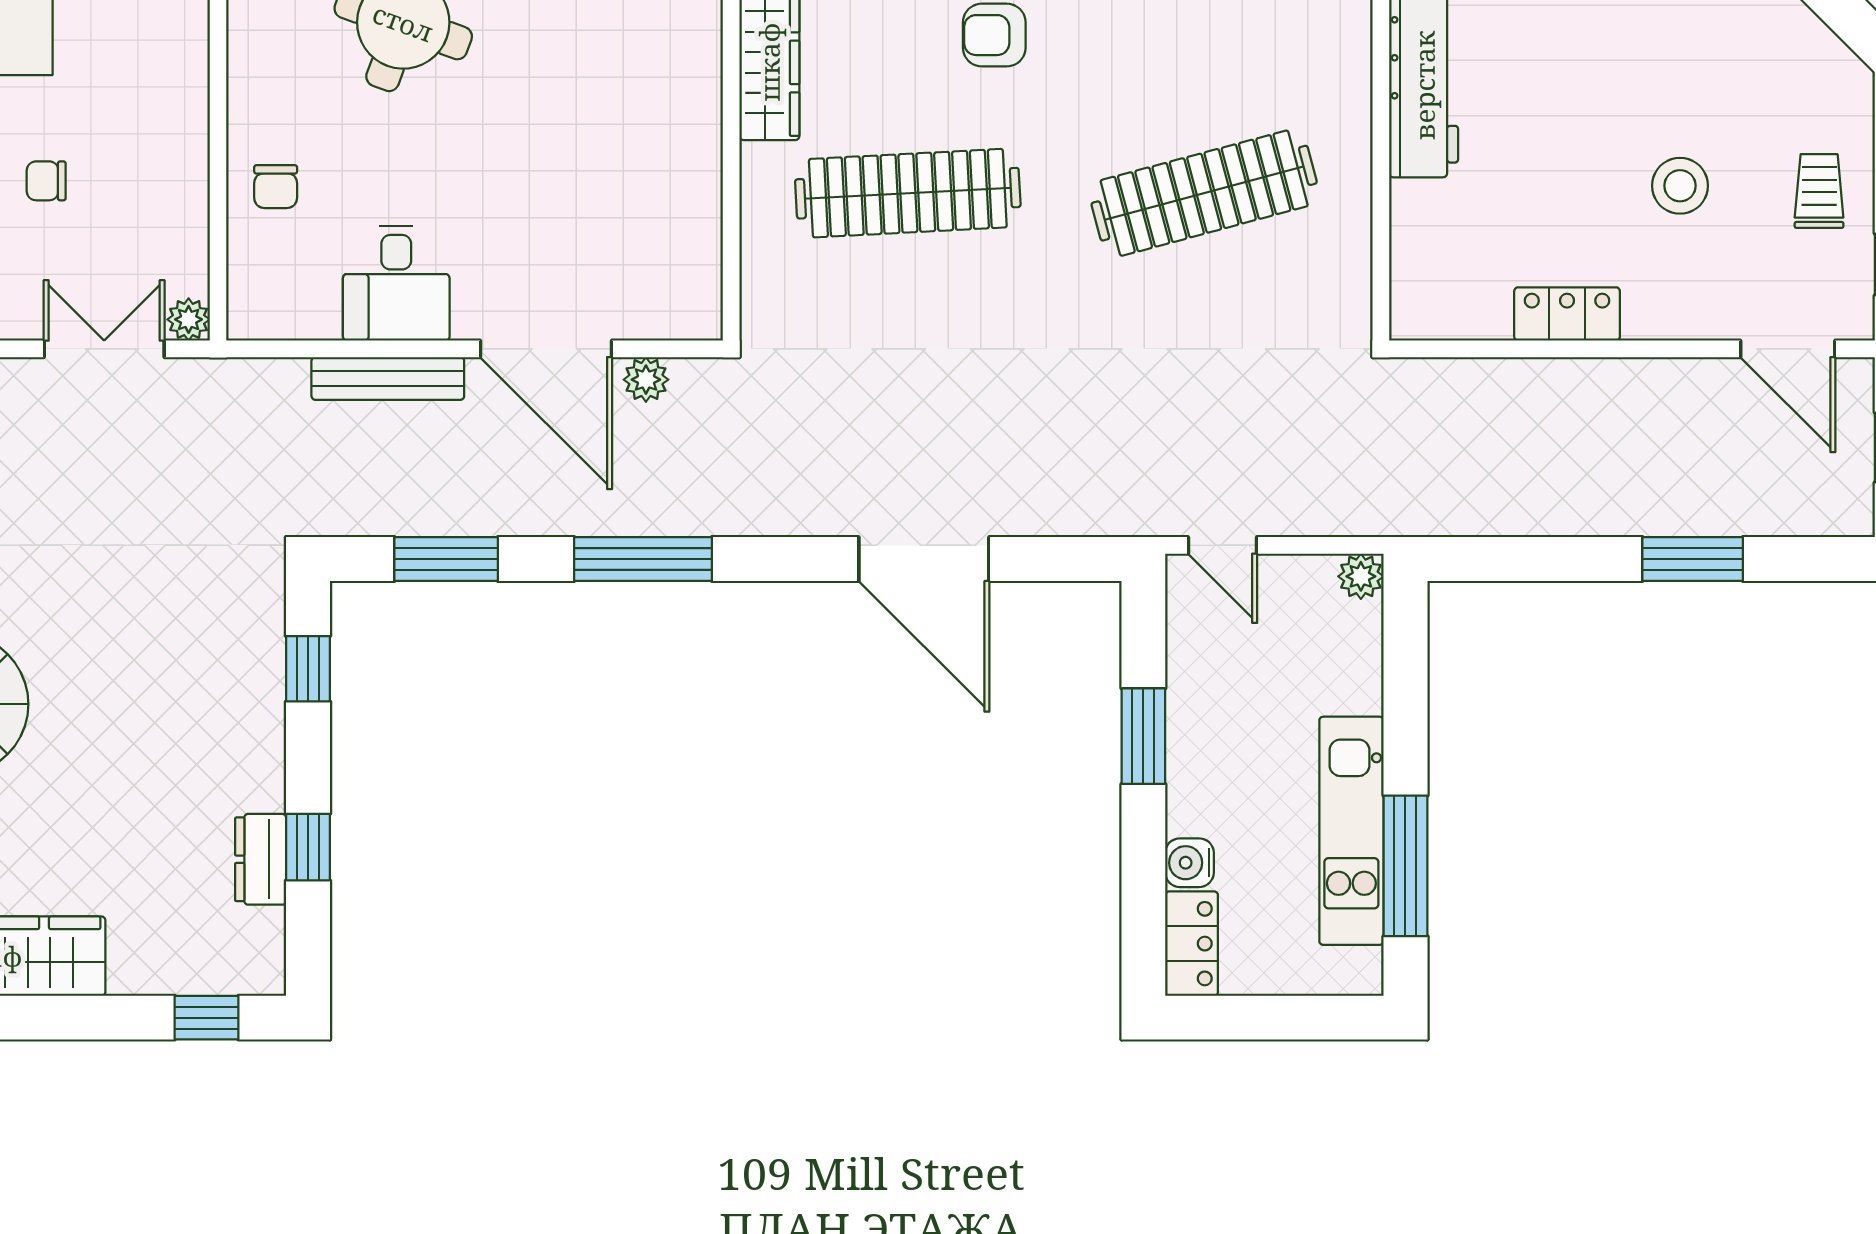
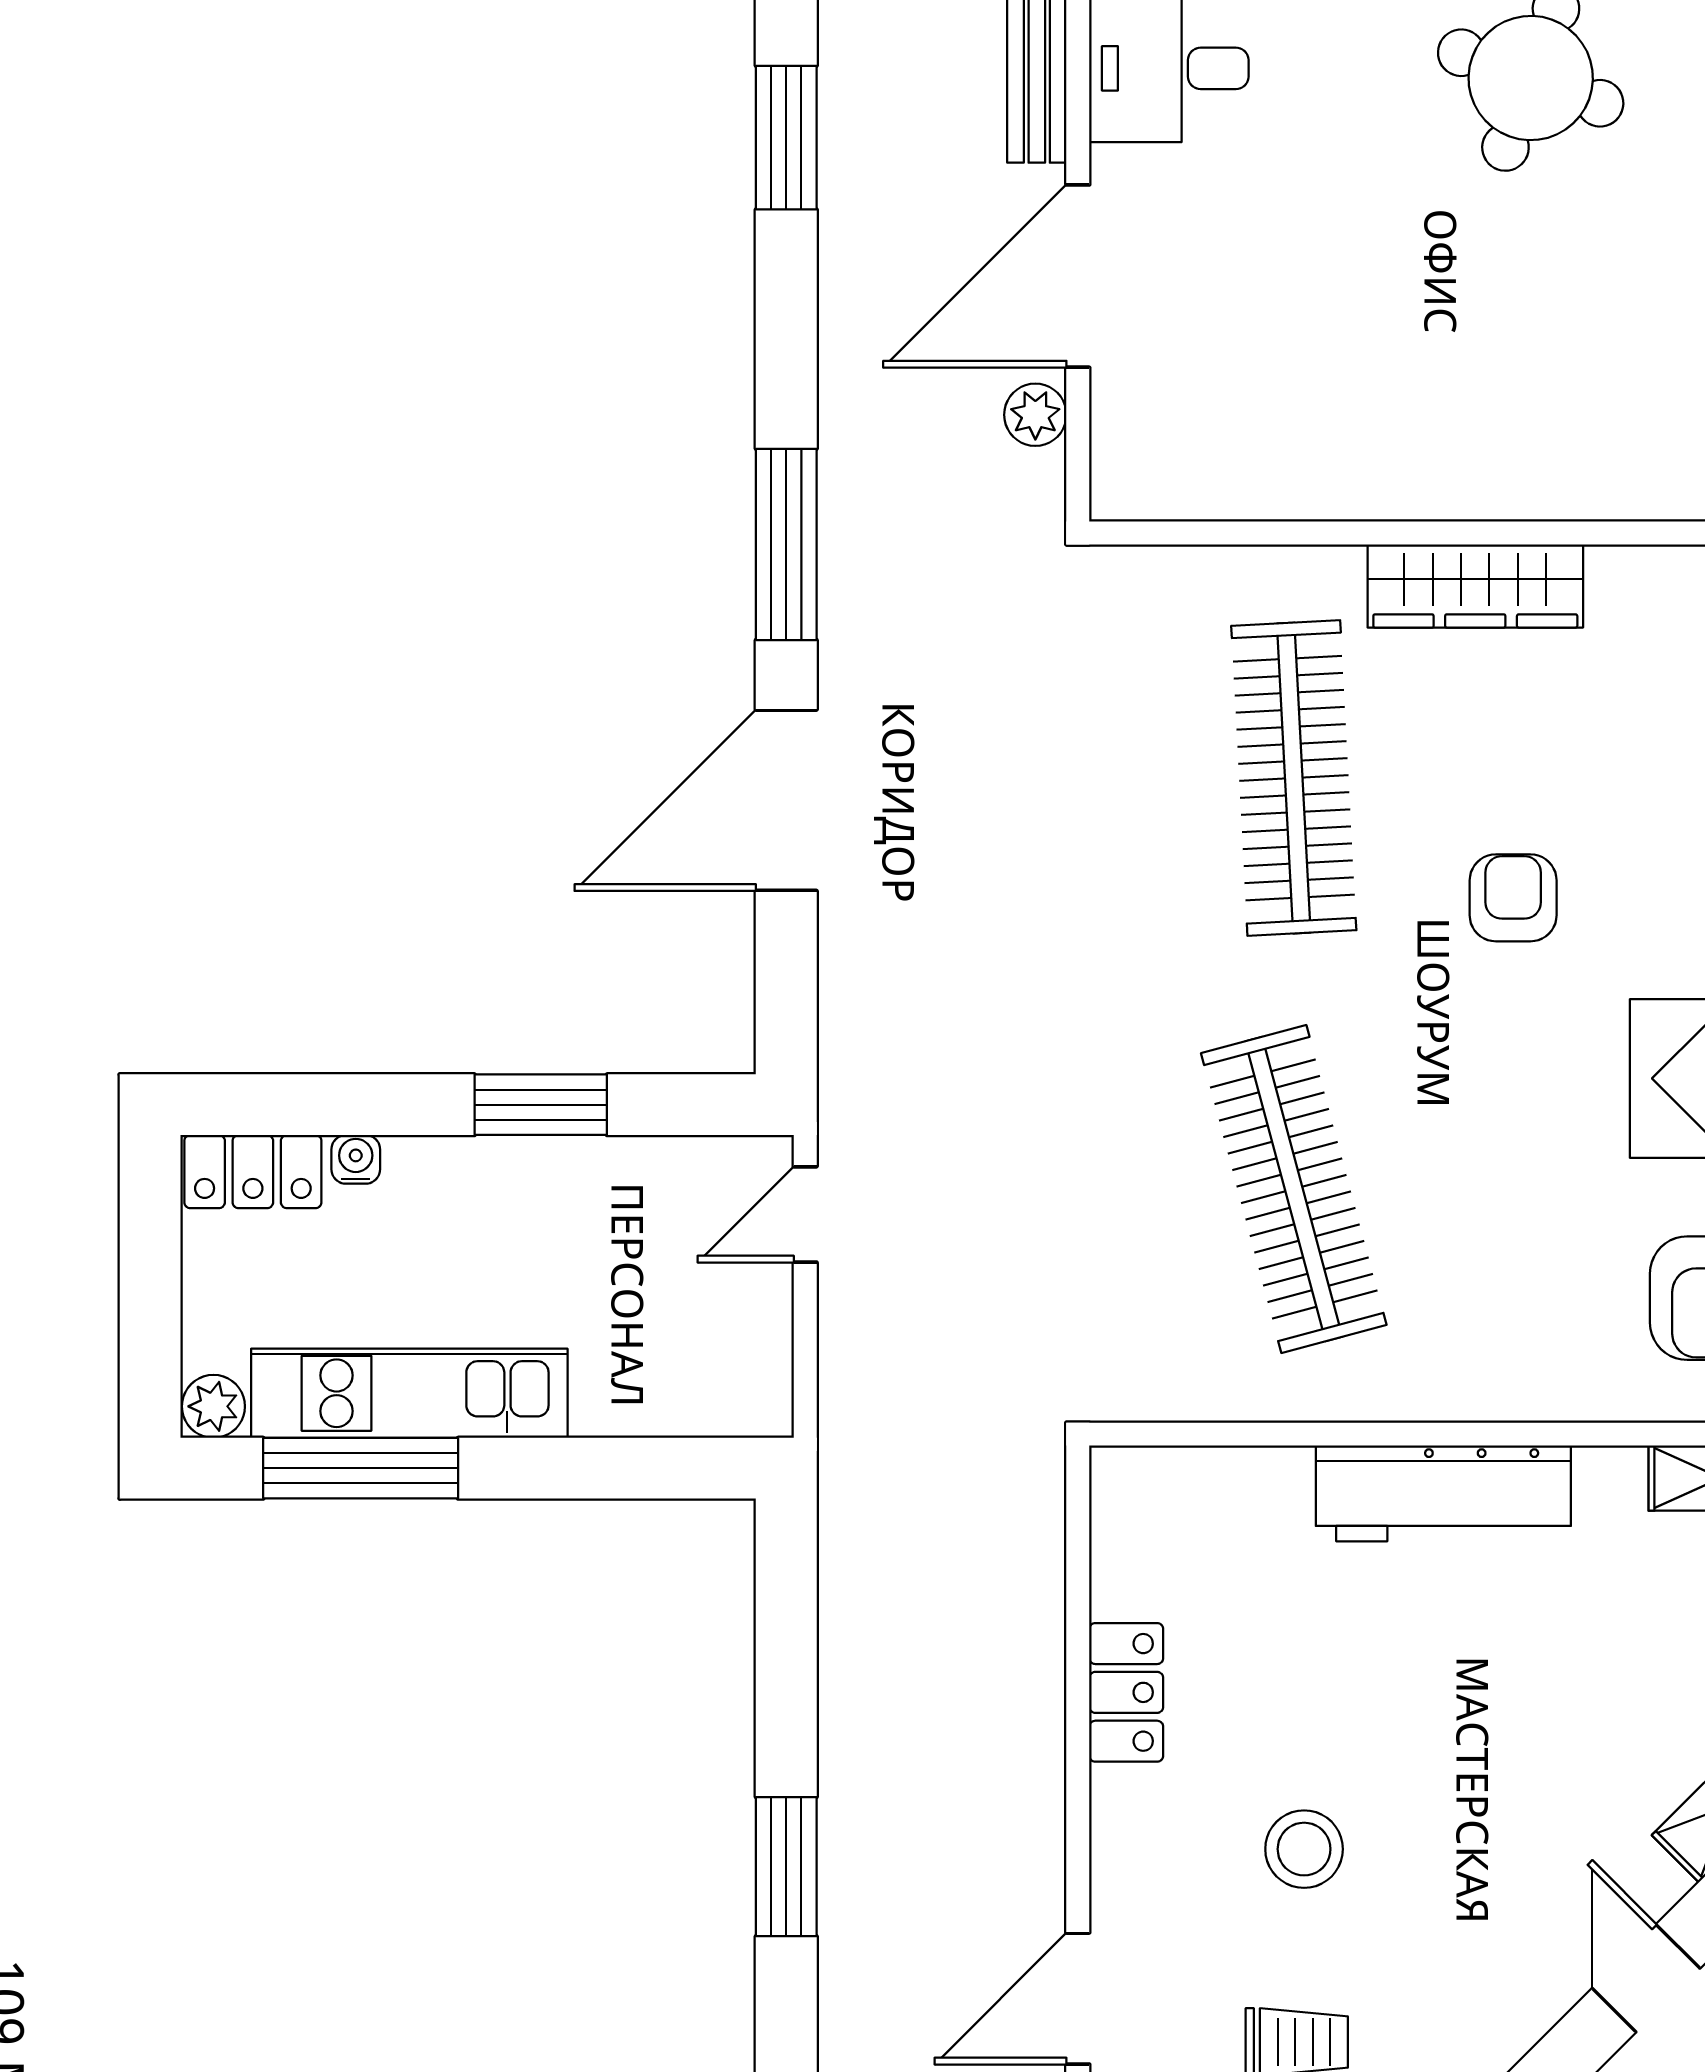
window: (643, 559) -> (786, 544), moved
plant: (1361, 576) -> (213, 1406), moved
water cooler: (1189, 863) -> (356, 1159), width x0.72, depth x0.72

